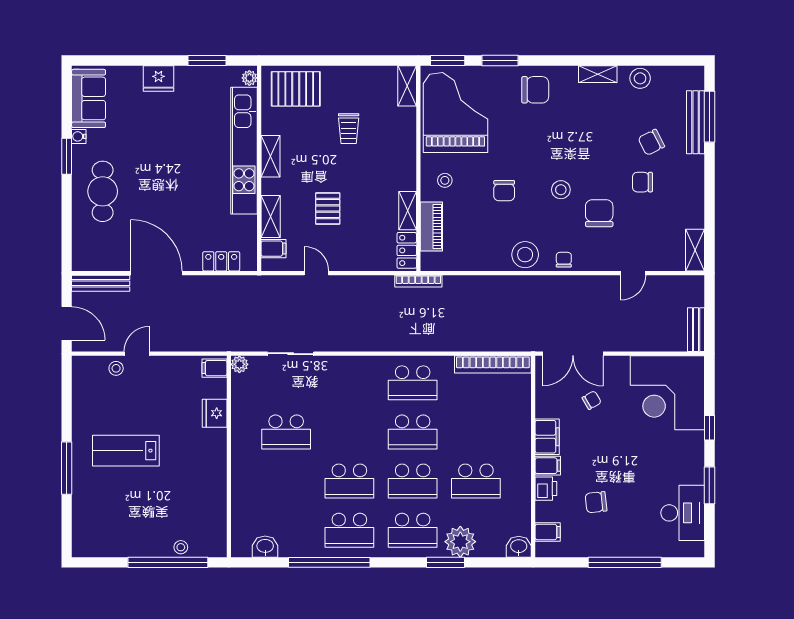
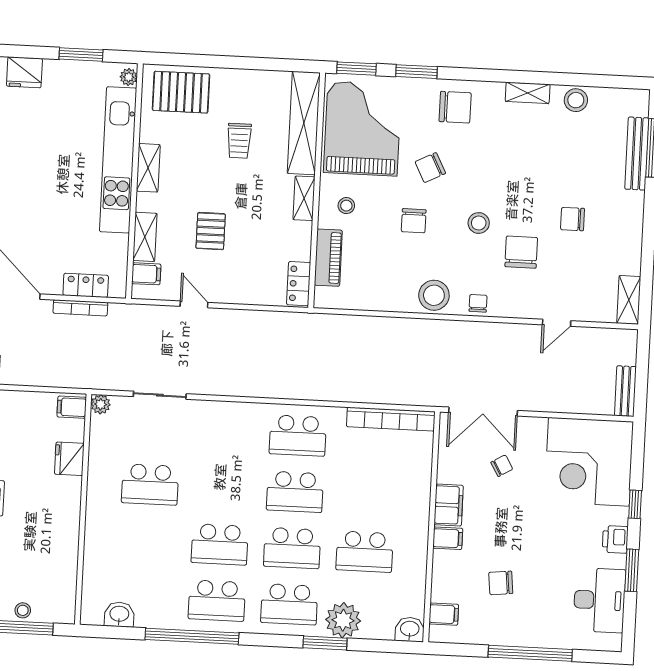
shelving: (407, 86) -> (304, 123), width x2.20, depth x1.33
chair: (651, 142) -> (430, 168), moved
shelving: (408, 211) -> (304, 198), moved
bookcase: (418, 281) -> (80, 308), moved
printer: (546, 489) -> (615, 539), moved, turned 180

